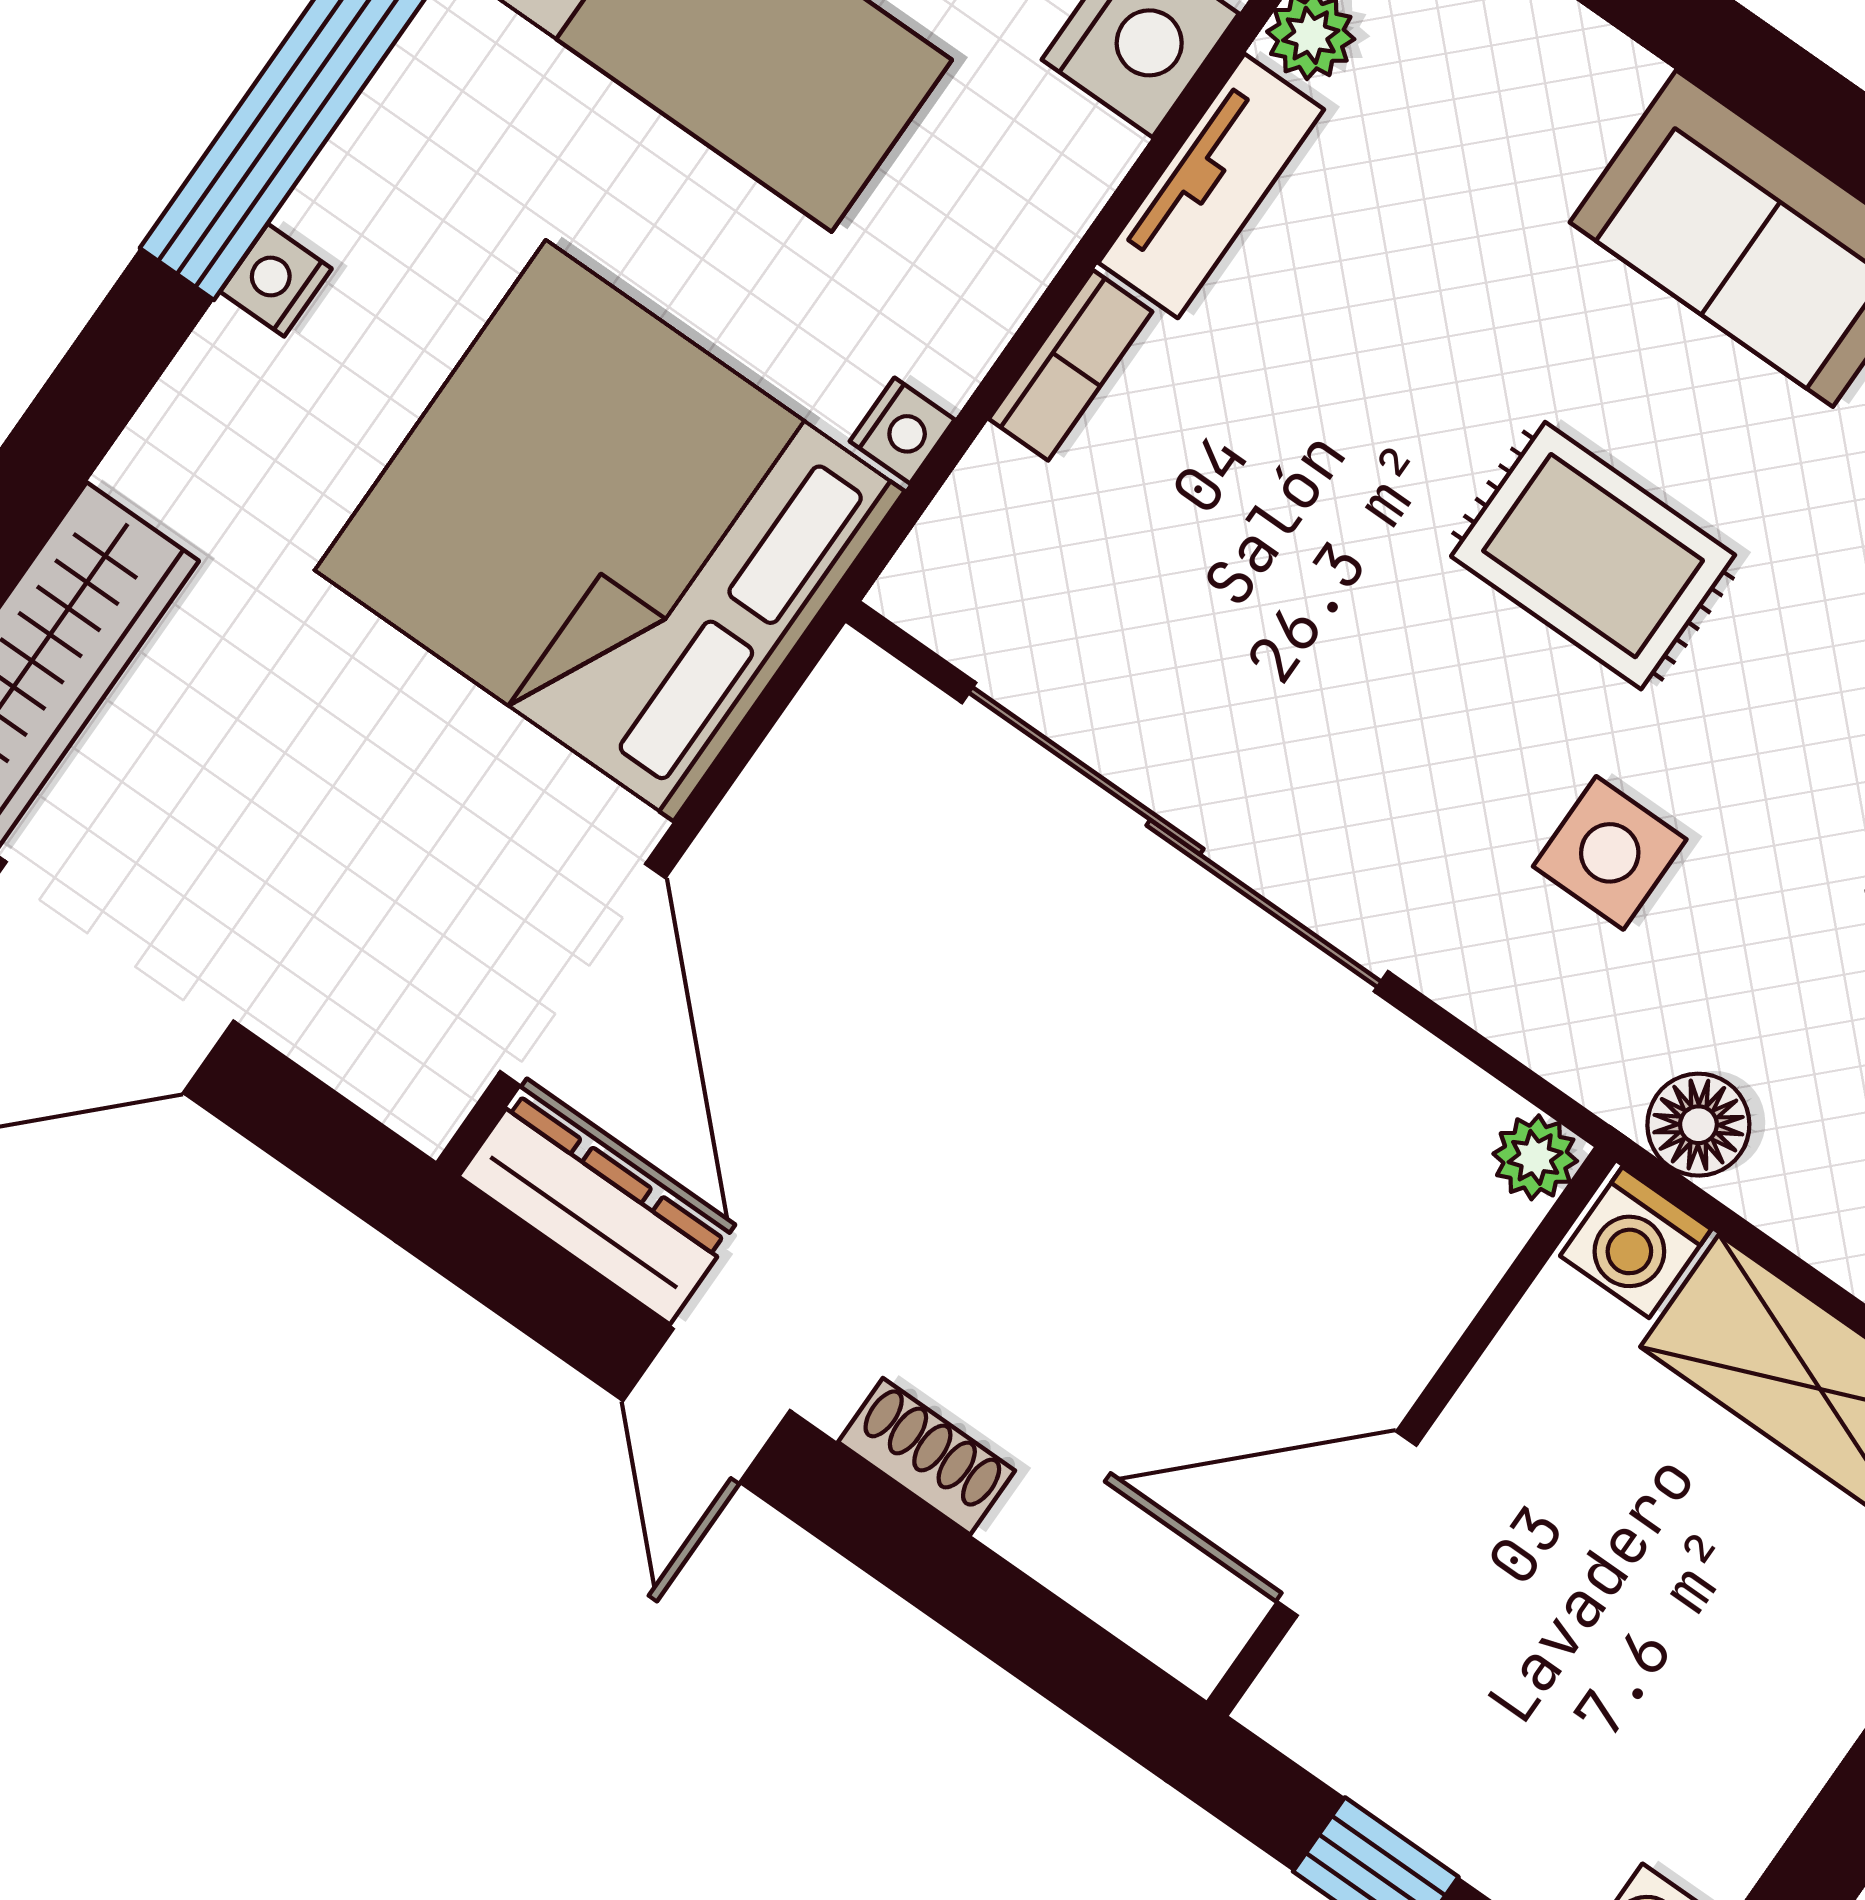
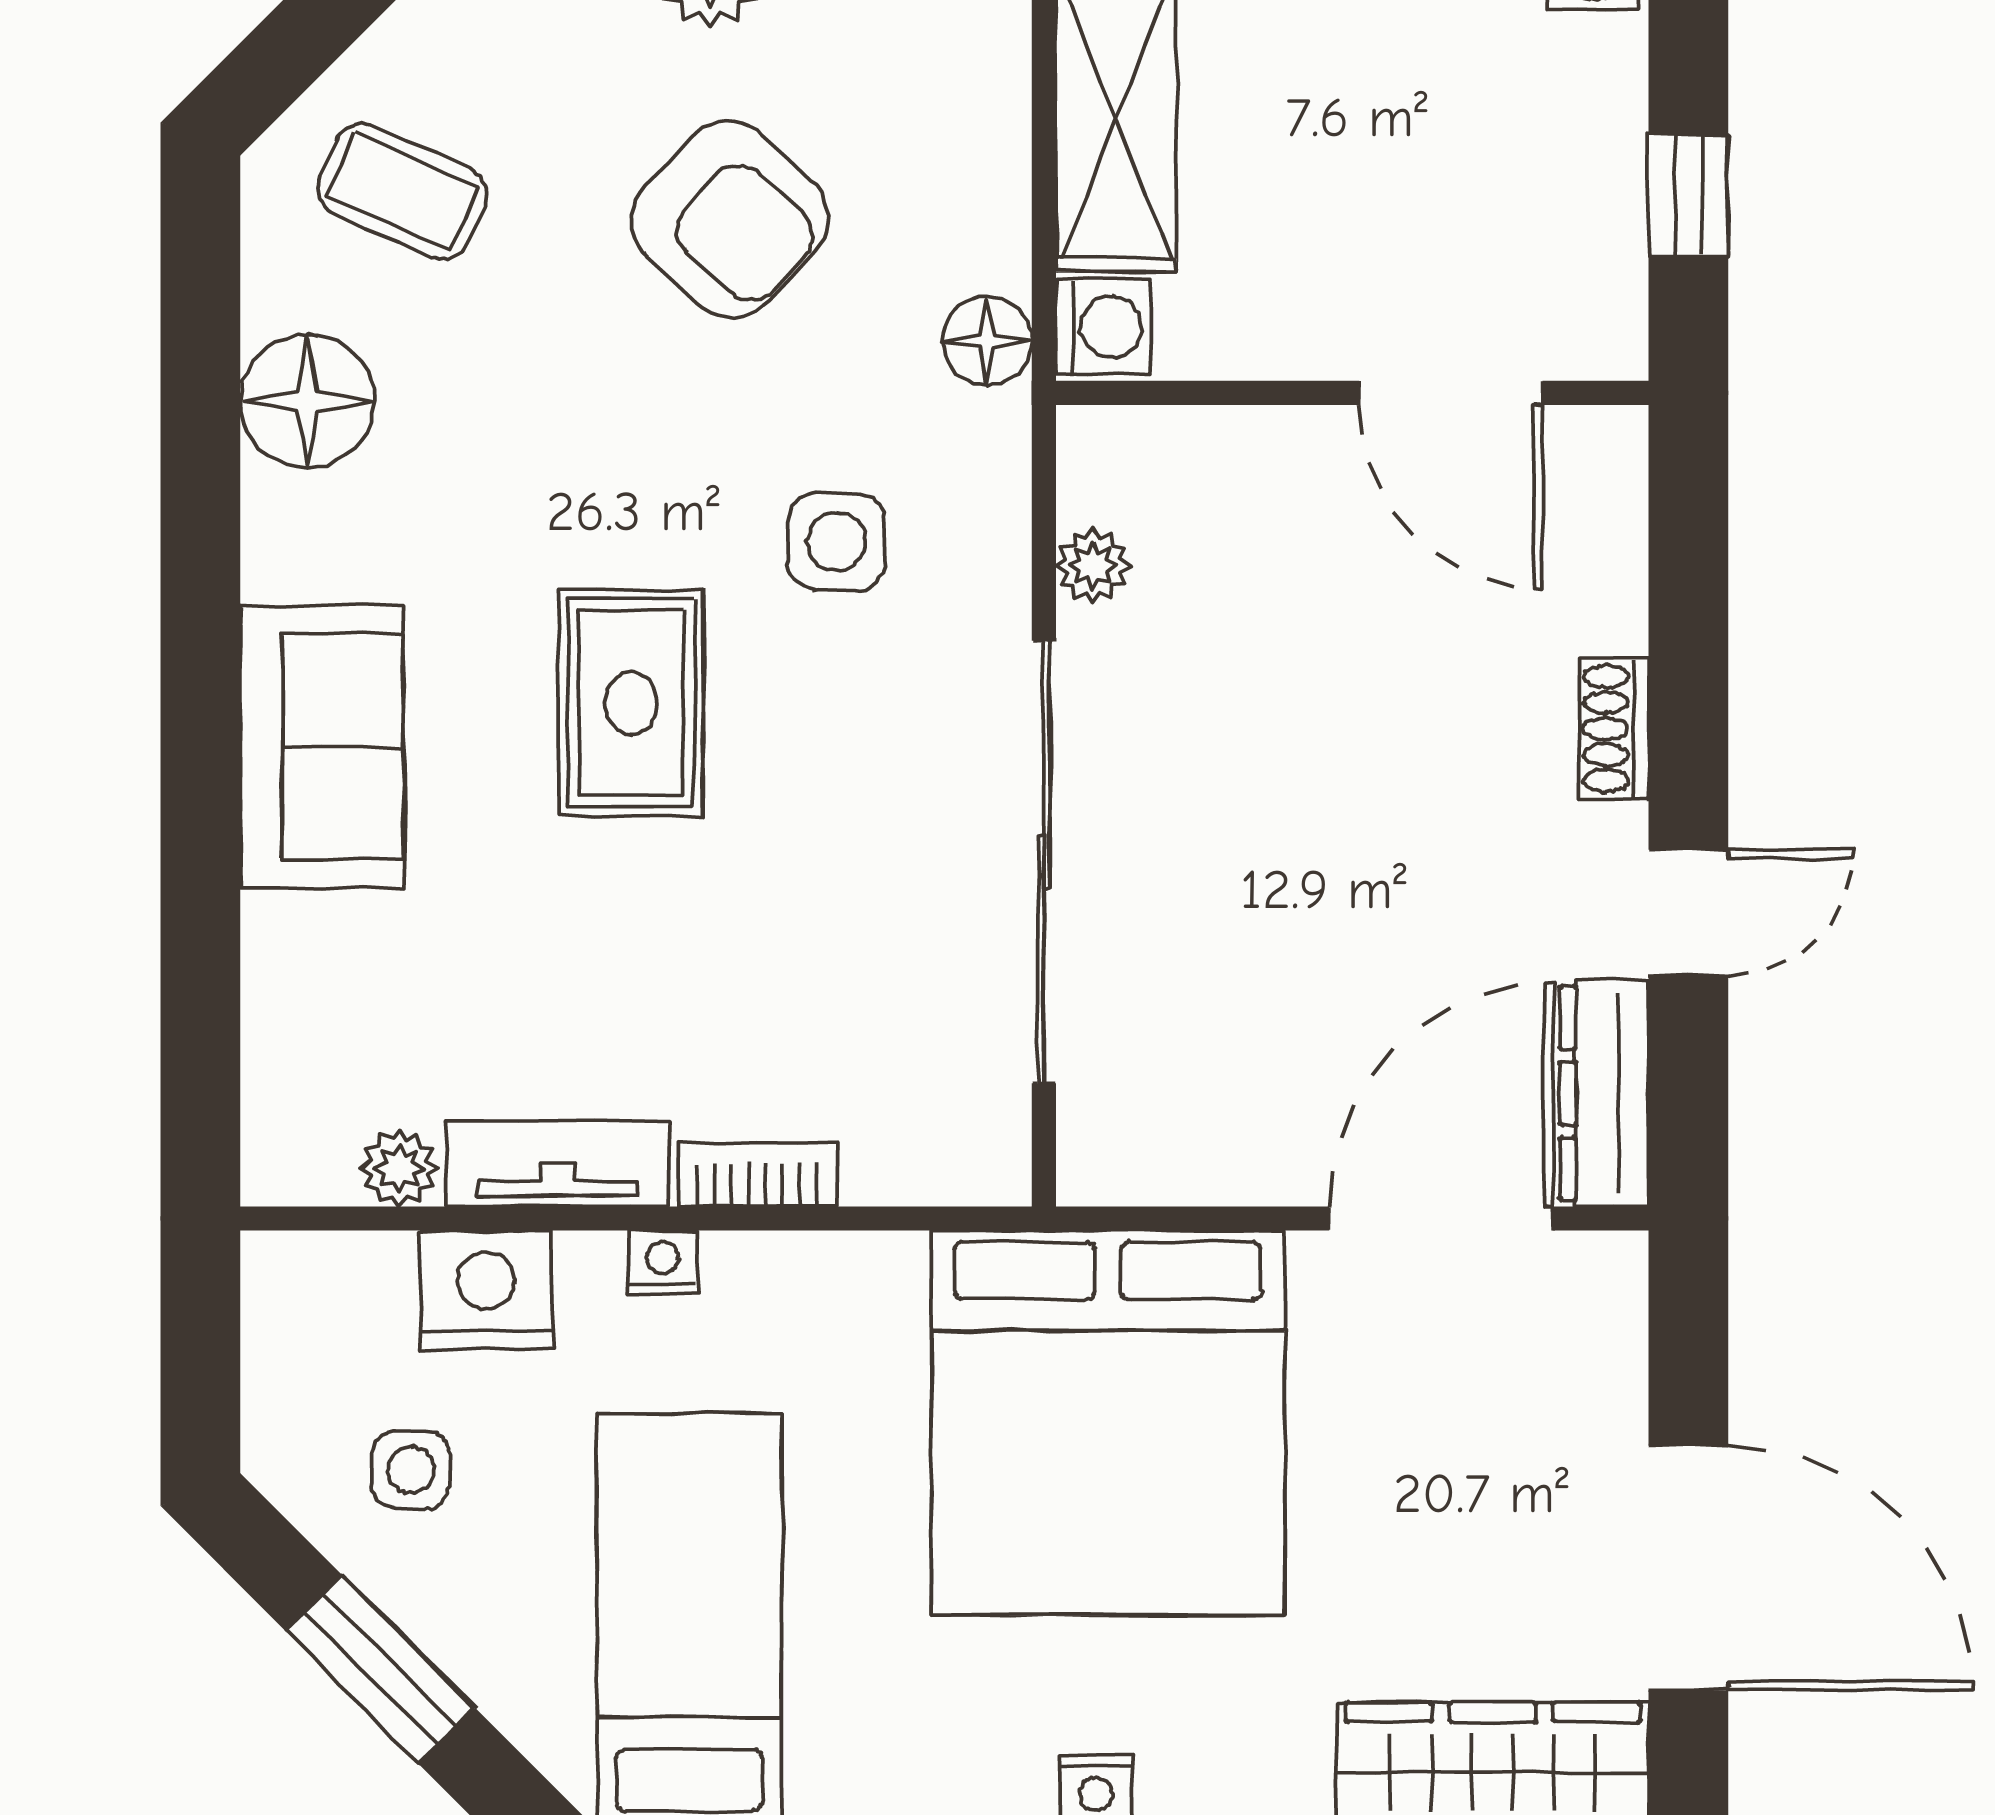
nightstand: (902, 431) -> (662, 1263), moved
plant: (1535, 1157) -> (1093, 566), moved

